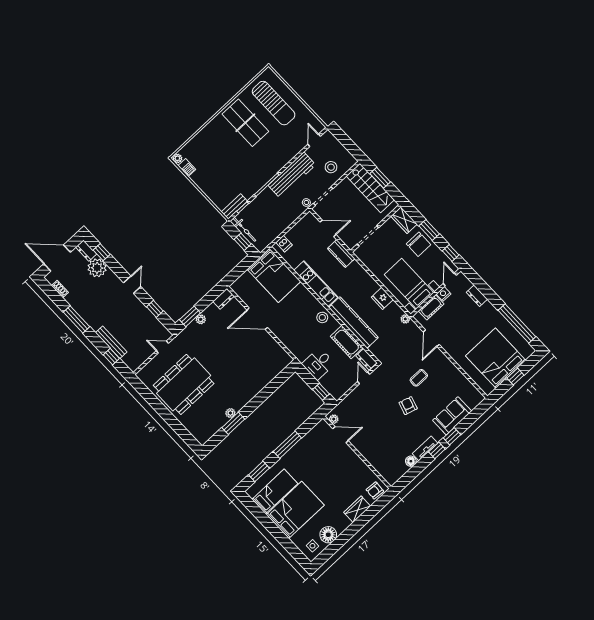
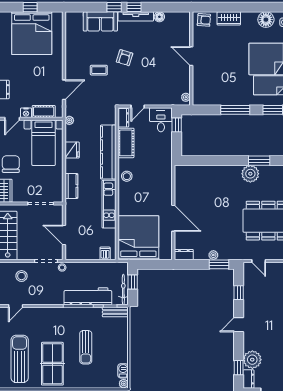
sun lounger: (232, 159) -> (86, 347), added
workbench: (292, 175) -> (88, 296), moved
kitchen counter: (341, 254) -> (71, 186), moved
bed: (274, 275) -> (138, 238), width x1.36
desk: (318, 364) -> (161, 120), moved, turned -90
plant: (230, 413) -> (250, 174), width x1.88, depth x1.88
door: (340, 435) -> (191, 56), moved
tv unit: (425, 448) -> (136, 16), width x1.41

